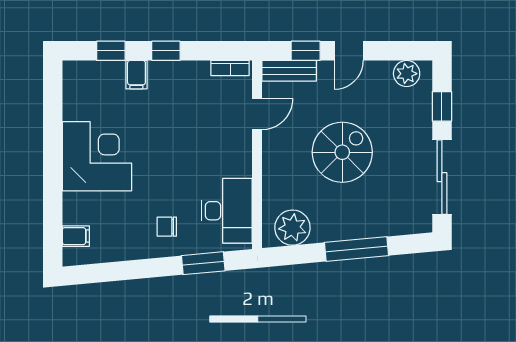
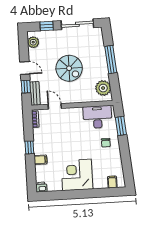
window: (111, 51) -> (31, 171), removed
printer: (74, 73) -> (41, 187), added
spiral stairs: (342, 152) -> (69, 68), turned 180

